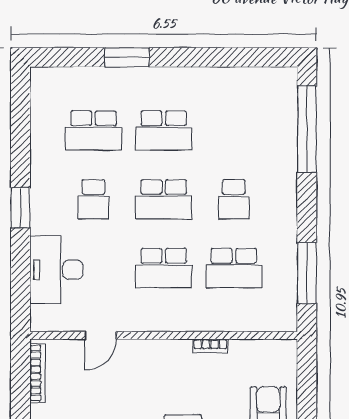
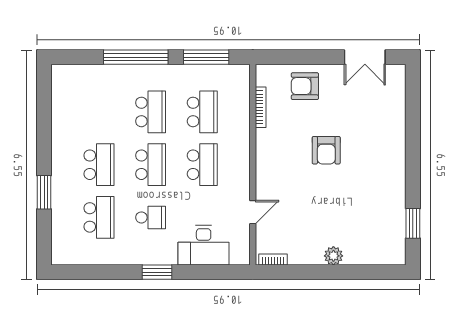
window: (307, 129) -> (136, 57), moved
school desk: (234, 199) -> (151, 112), width x1.85
door: (101, 335) -> (253, 212), hinge flipped
bookcase: (210, 346) -> (261, 107), moved, width x1.56
bookcase: (37, 373) -> (273, 260), width x0.64

